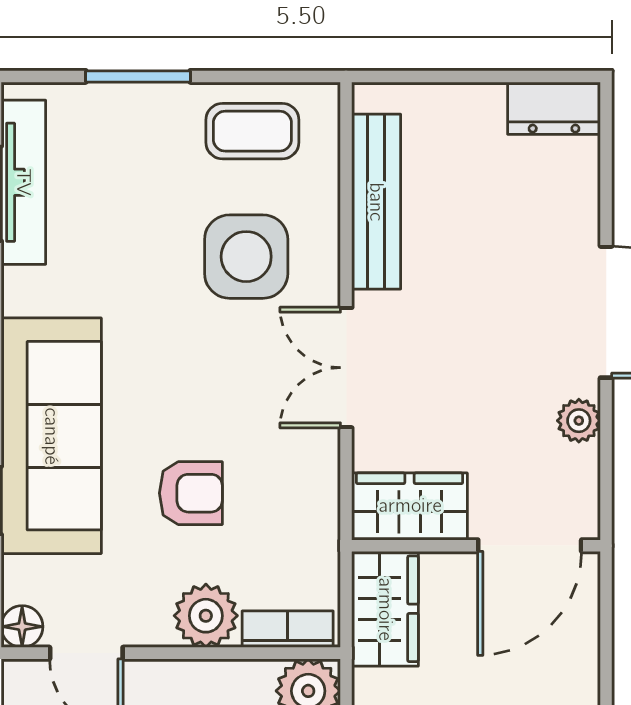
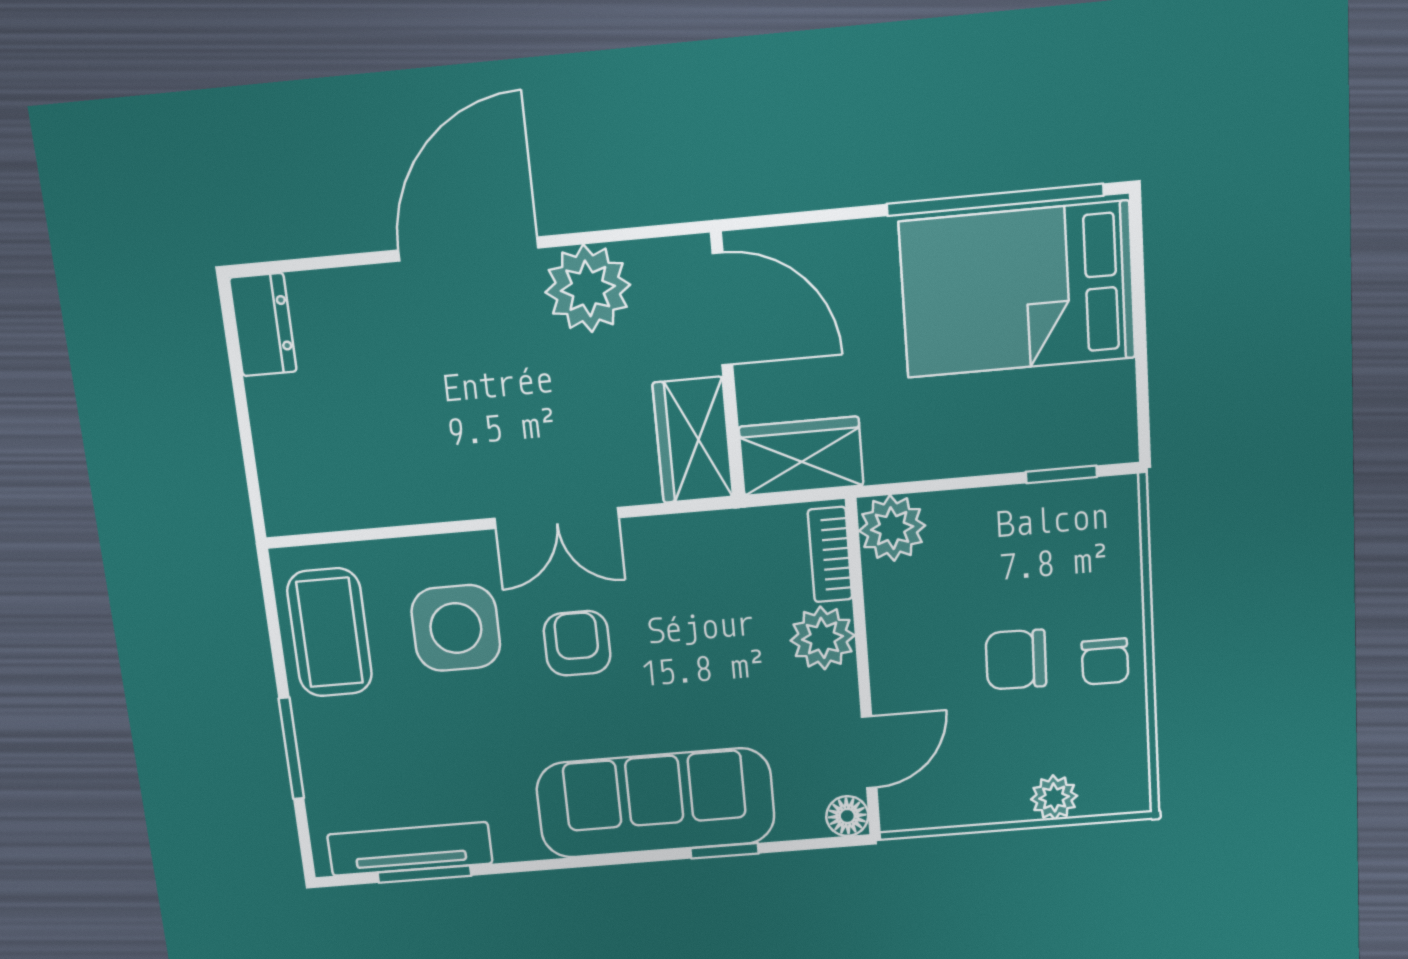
coffee table: (252, 131) -> (330, 632), width x1.36, depth x1.30
bench: (376, 202) -> (384, 502), removed
plant: (579, 421) -> (588, 288), width x1.87, depth x1.87
armchair: (191, 493) -> (577, 643), moved

